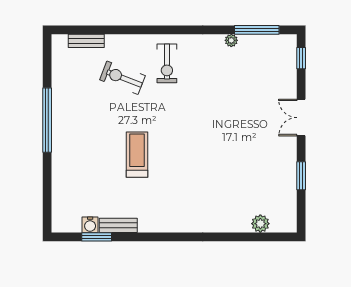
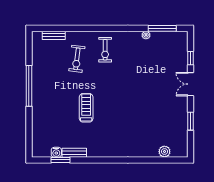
window: (301, 58) -> (190, 58), moved
exercise bike: (122, 78) -> (77, 59), turned -104

